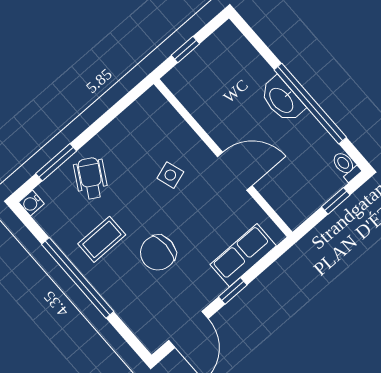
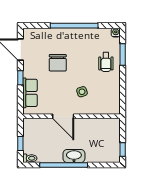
window: (185, 50) -> (123, 149), moved
door: (235, 171) -> (63, 116), hinge flipped
wheelchair: (91, 178) -> (106, 62), turned 60
coffee table: (102, 239) -> (80, 47), removed
chair: (158, 253) -> (58, 63), turned 180

